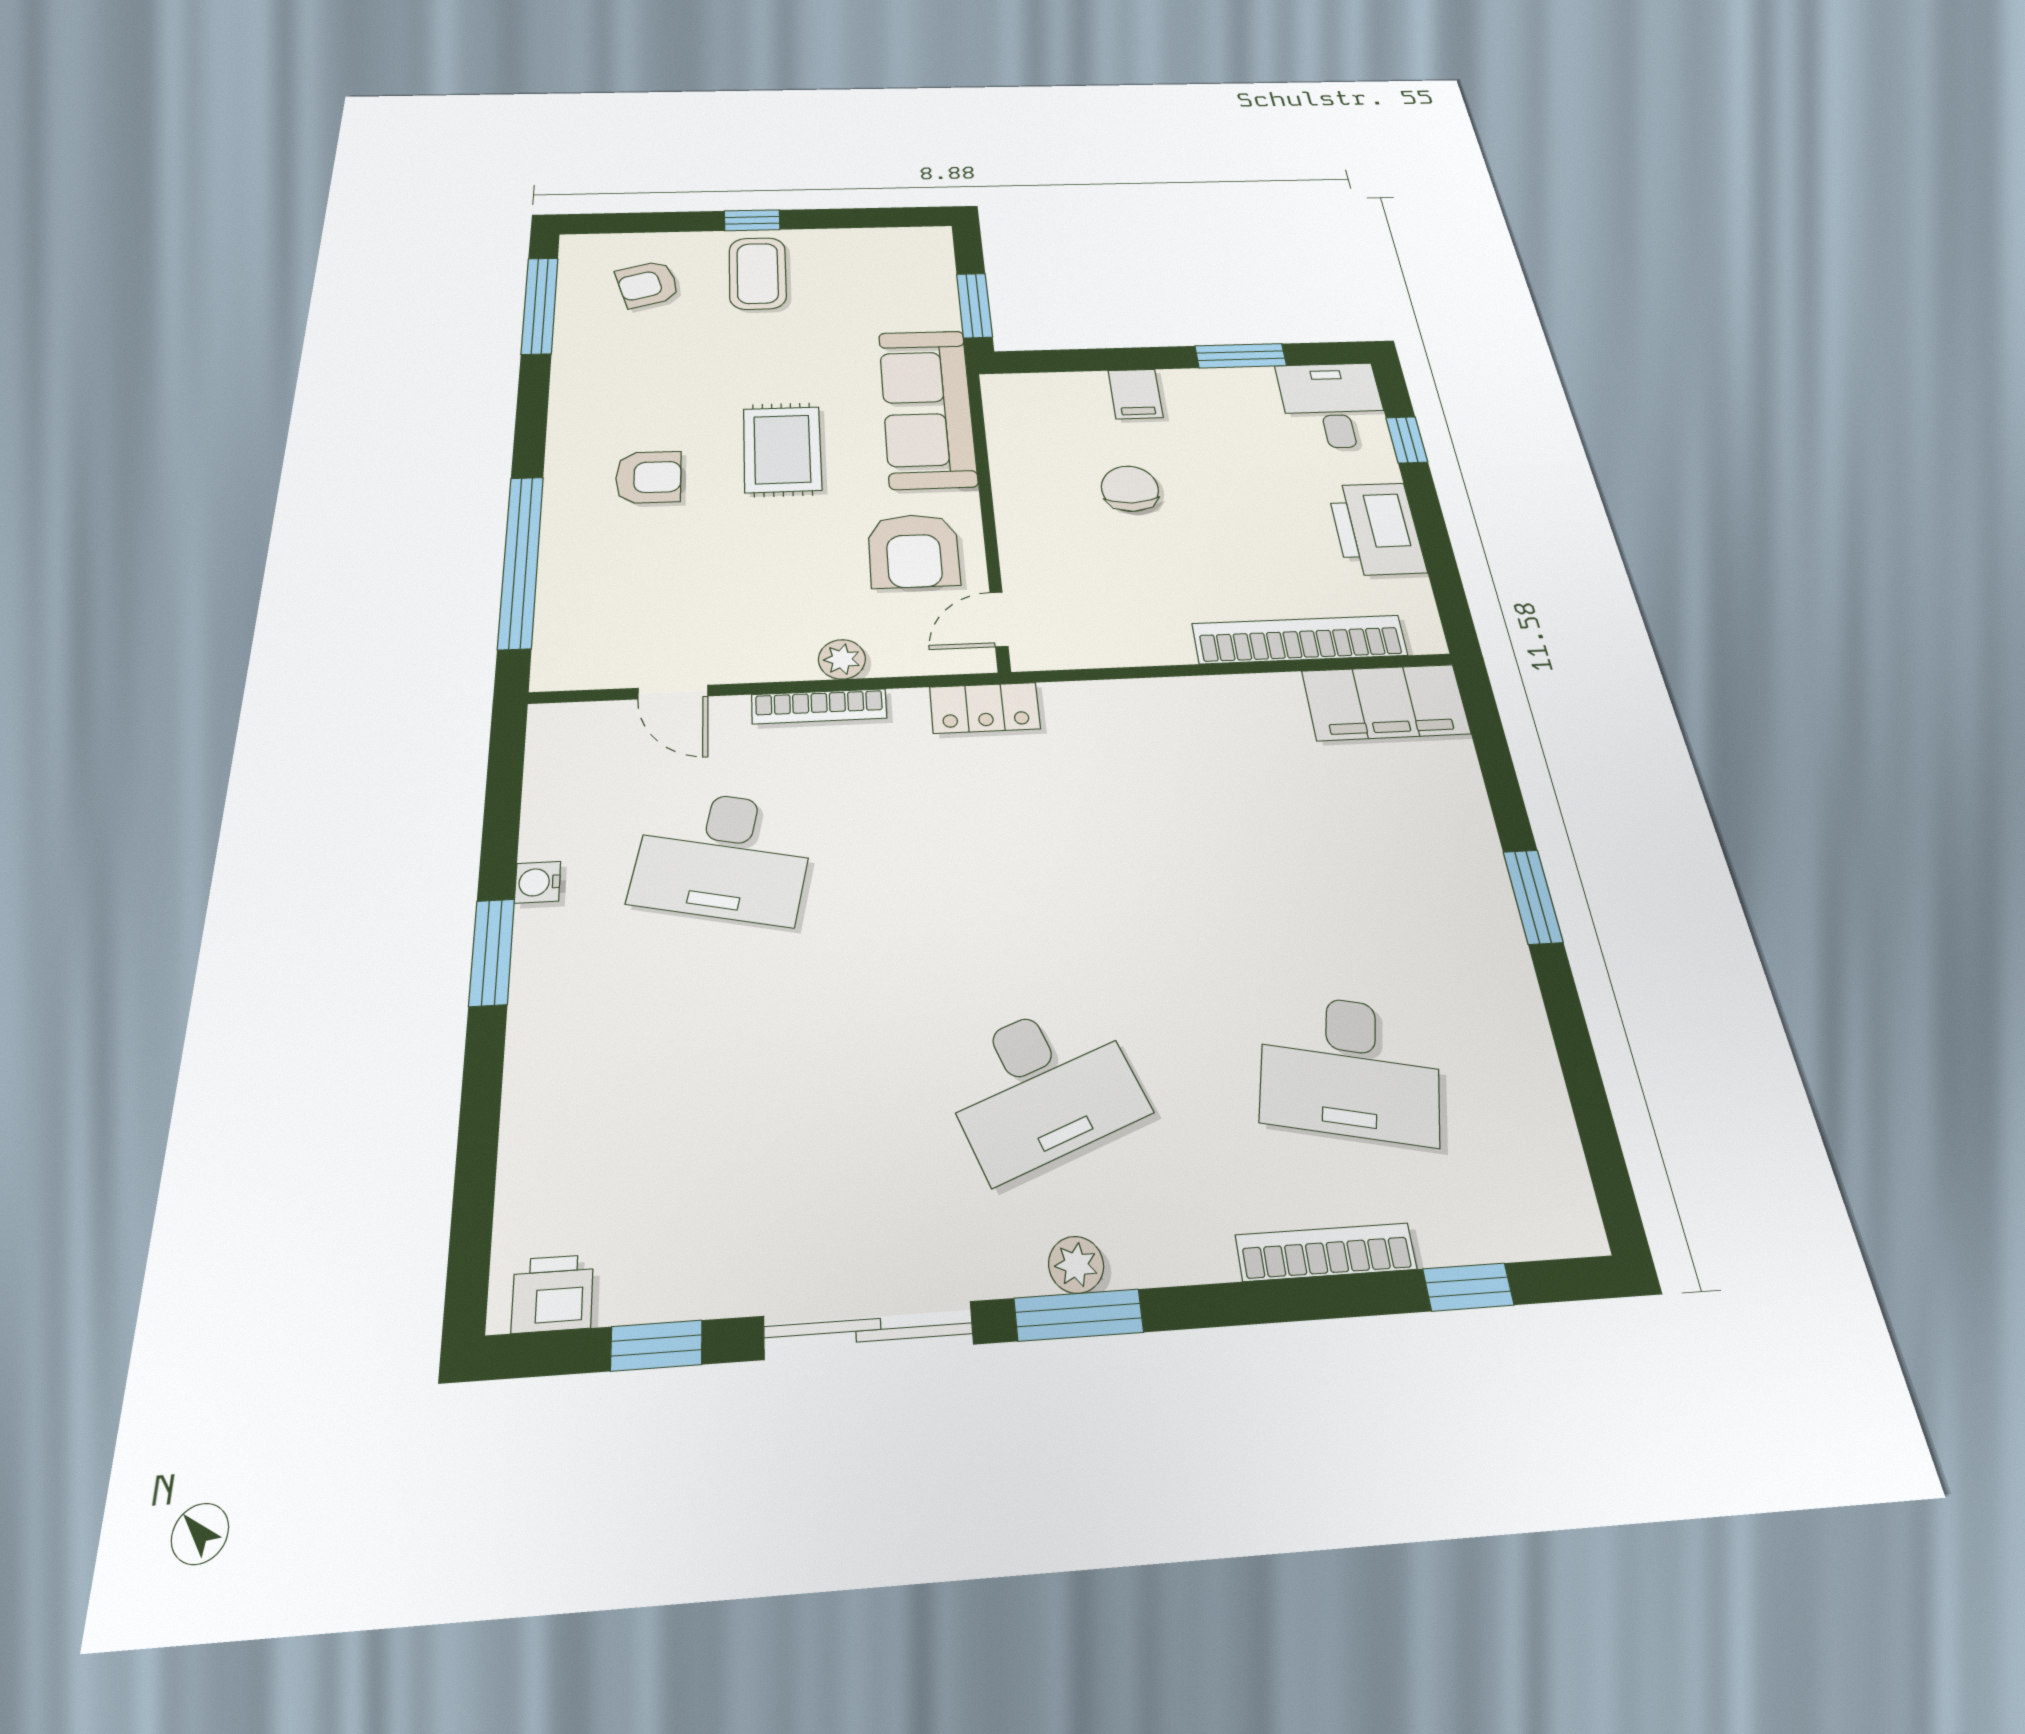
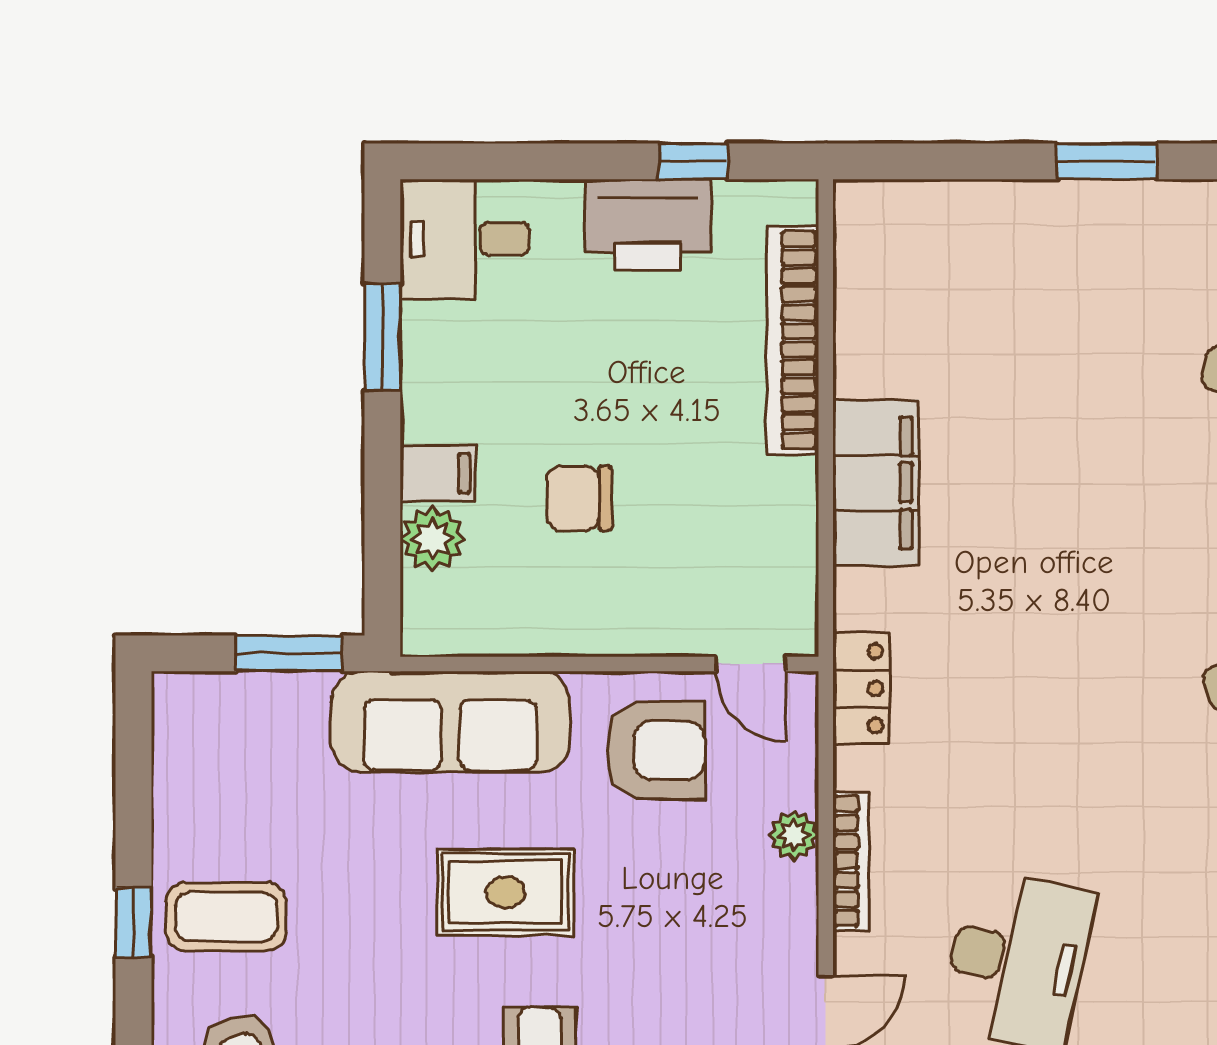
plant: (1080, 392) -> (432, 539), added
window: (1407, 440) -> (693, 161), moved
filing cabinet: (1386, 702) -> (876, 483), moved

